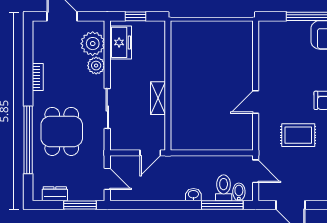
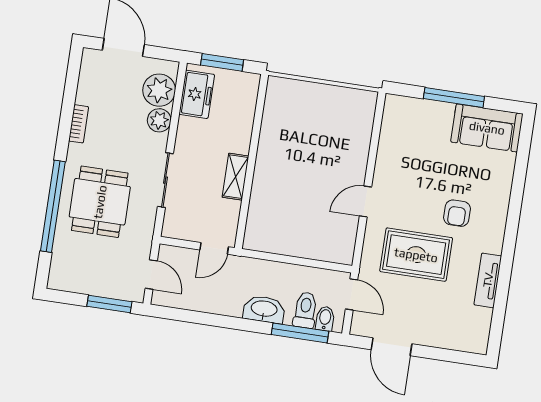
window: (136, 16) -> (222, 62), width x1.50
rug: (298, 135) -> (416, 255), width x1.36, depth x1.43
dresser: (55, 194) -> (78, 284), removed
washbasin: (193, 195) -> (264, 309), width x1.91, depth x1.45

